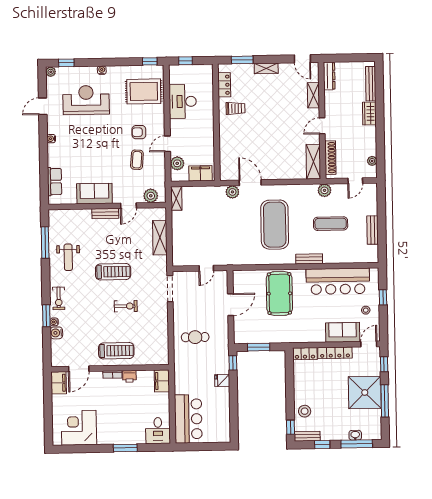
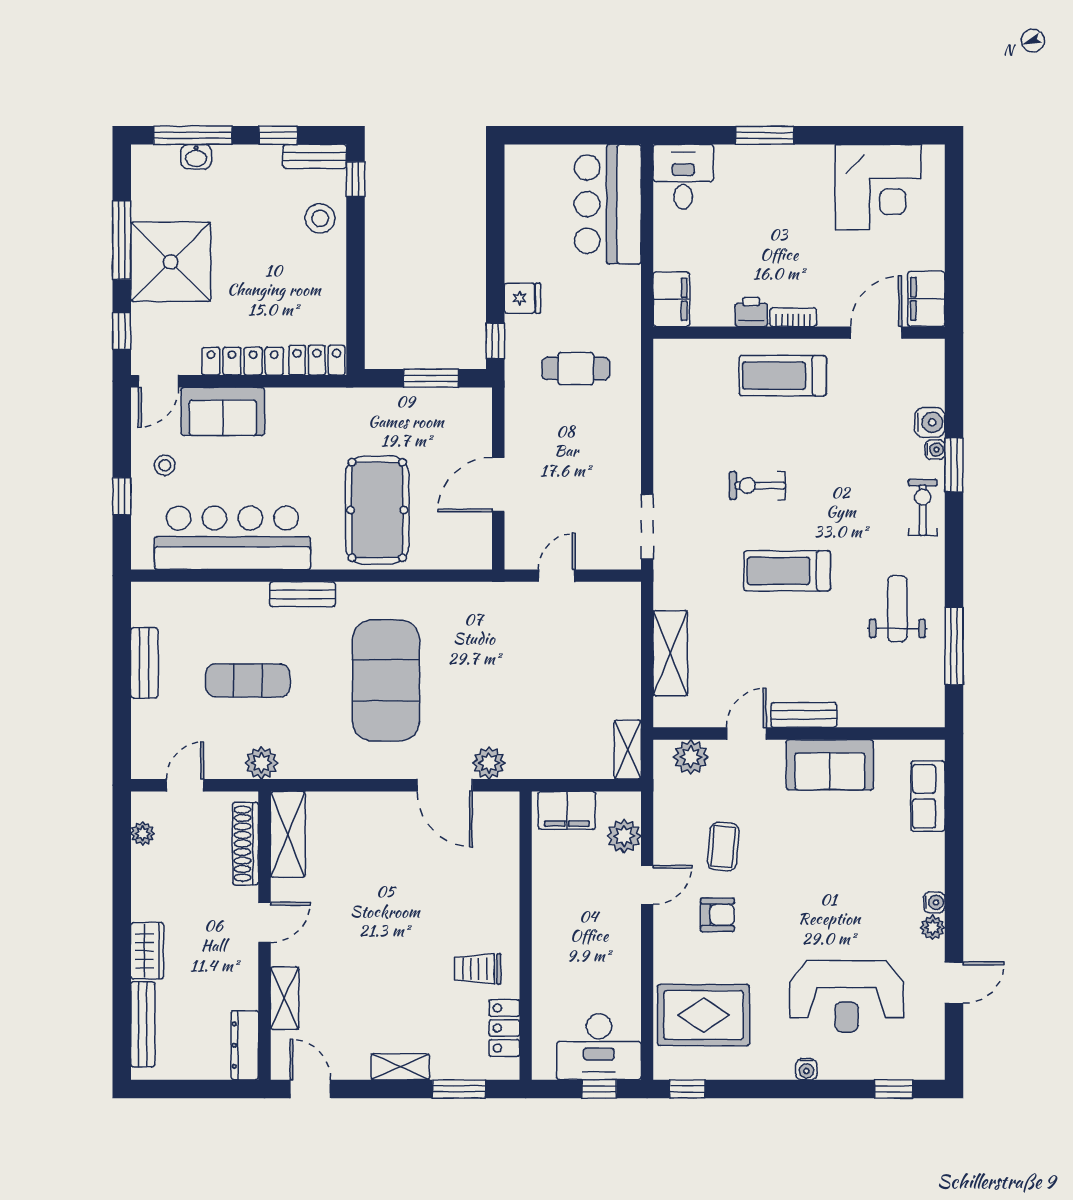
plant: (51, 72) -> (933, 927), moved
desk: (183, 101) -> (599, 1047), moved, turned 90
cafe table: (195, 337) -> (576, 369), moved

